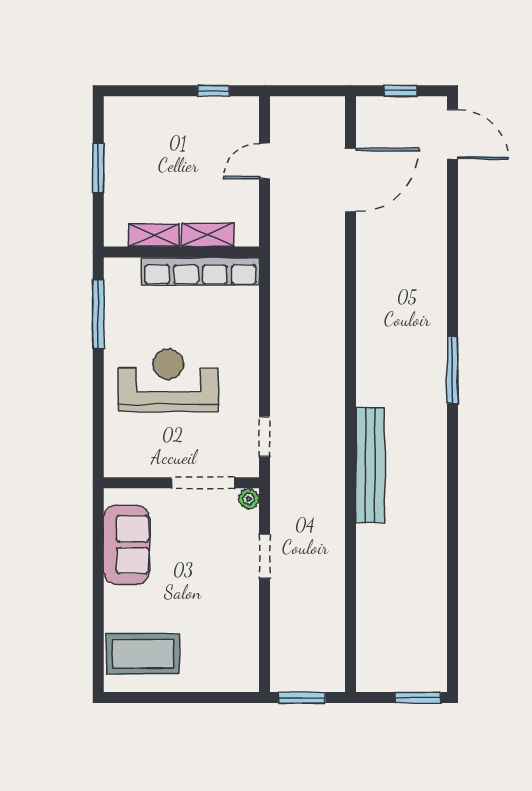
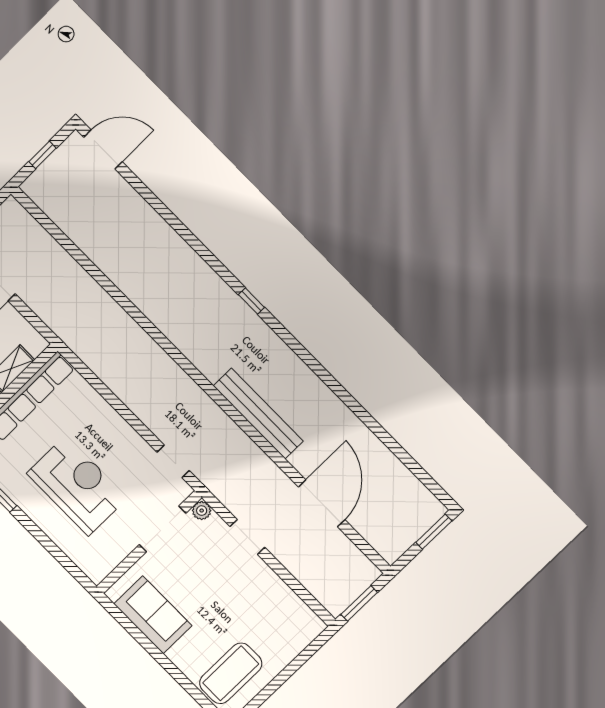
door: (351, 180) -> (322, 503), moved
window: (453, 370) -> (251, 301), width x0.46
reception desk: (168, 380) -> (77, 486), turned 90

